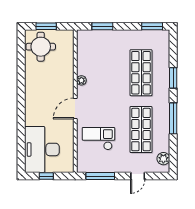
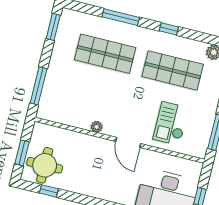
window: (102, 26) -> (39, 86), width x1.44
window: (21, 55) -> (49, 191), added
window: (173, 78) -> (121, 17), width x1.44
window: (173, 118) -> (169, 29), width x0.46

